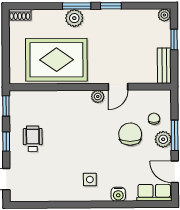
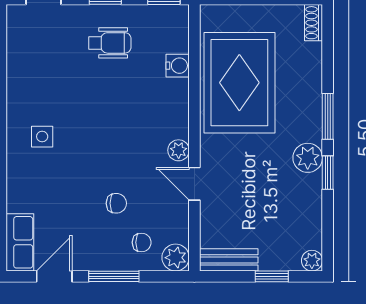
plant: (74, 18) -> (308, 158), moved
chair: (130, 134) -> (116, 203), width x0.54, depth x0.54
plant: (163, 139) -> (176, 258), moved
water cooler: (118, 194) -> (178, 66), moved, turned 180

